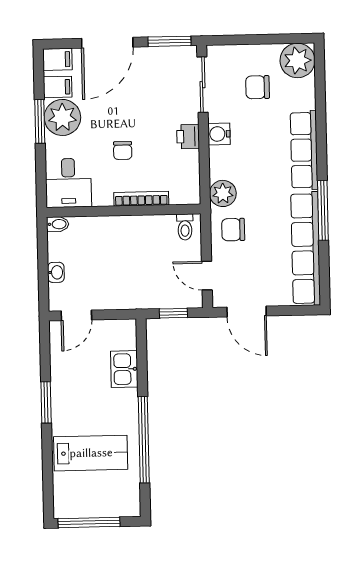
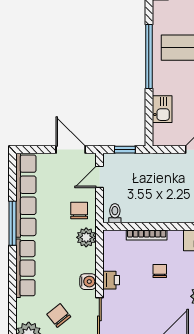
chair: (258, 87) -> (59, 316), turned -129
chair: (233, 230) -> (79, 211), turned -90
door: (207, 276) -> (99, 177), swing flipped

